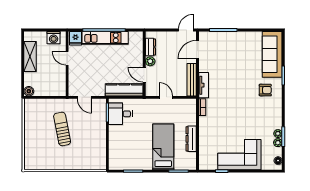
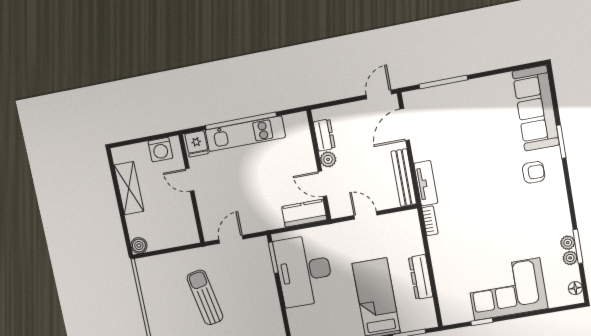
kitchen counter: (124, 90) -> (304, 213), width x0.67
door: (84, 97) -> (231, 239), swing flipped
desk: (120, 114) -> (304, 271), width x1.87, depth x1.30

